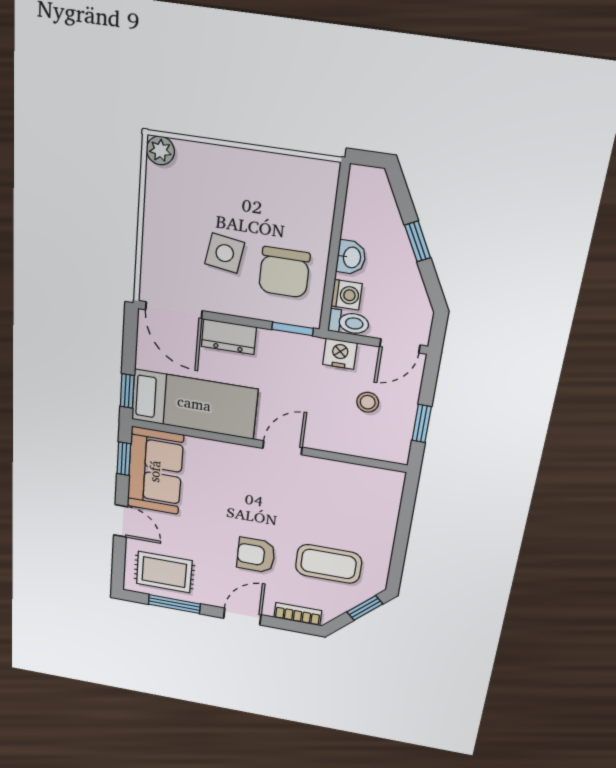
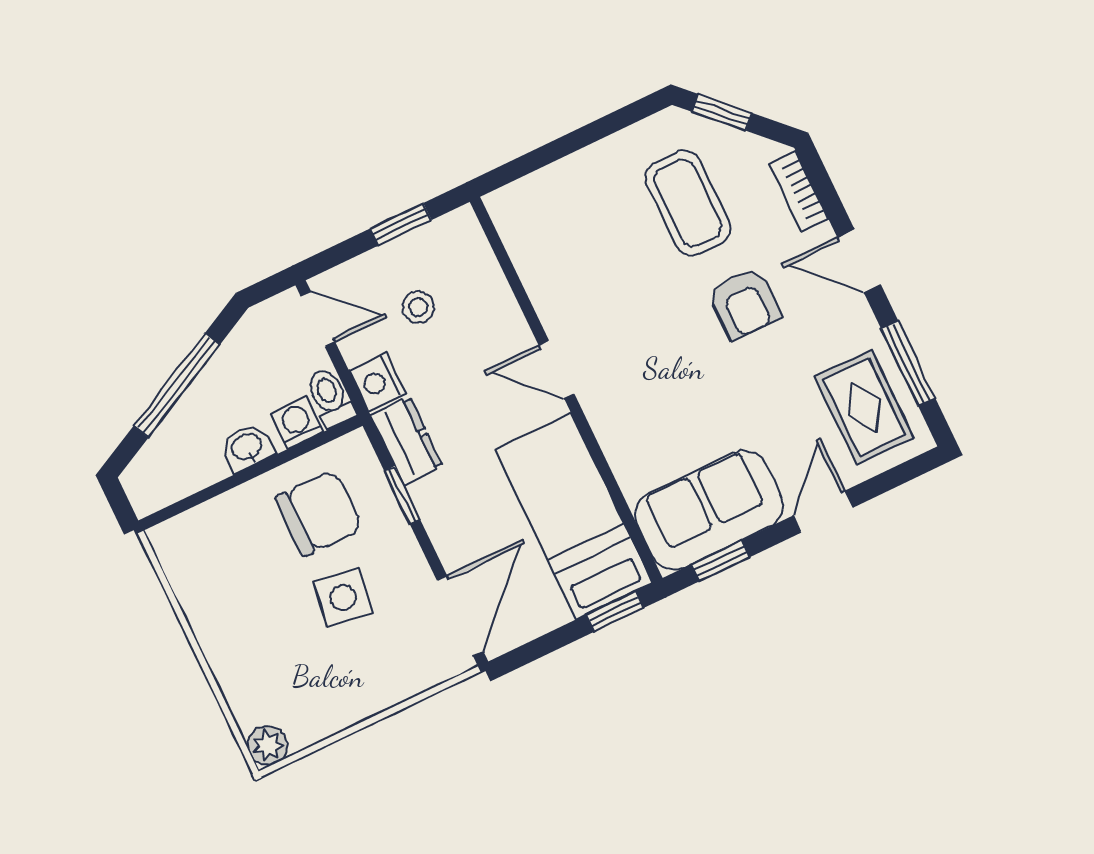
window: (418, 241) -> (177, 385), width x2.17
window: (293, 329) -> (402, 495), moved
dresser: (229, 337) -> (407, 440), moved

